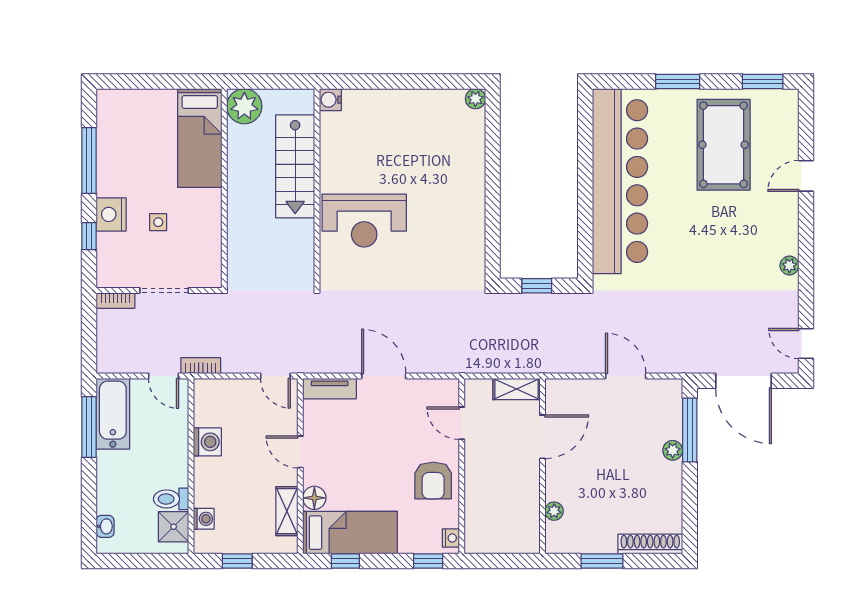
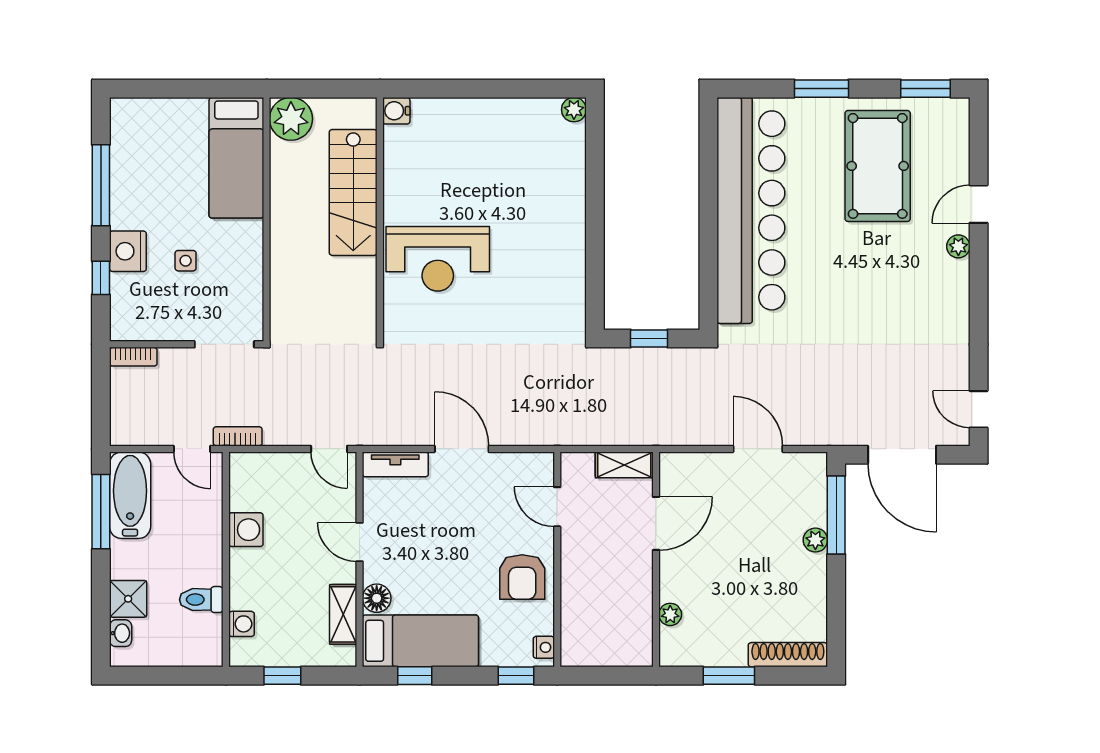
plant: (789, 266) -> (958, 246), moved
doorway: (164, 290) -> (224, 344), moved
shower: (174, 527) -> (128, 599), moved

